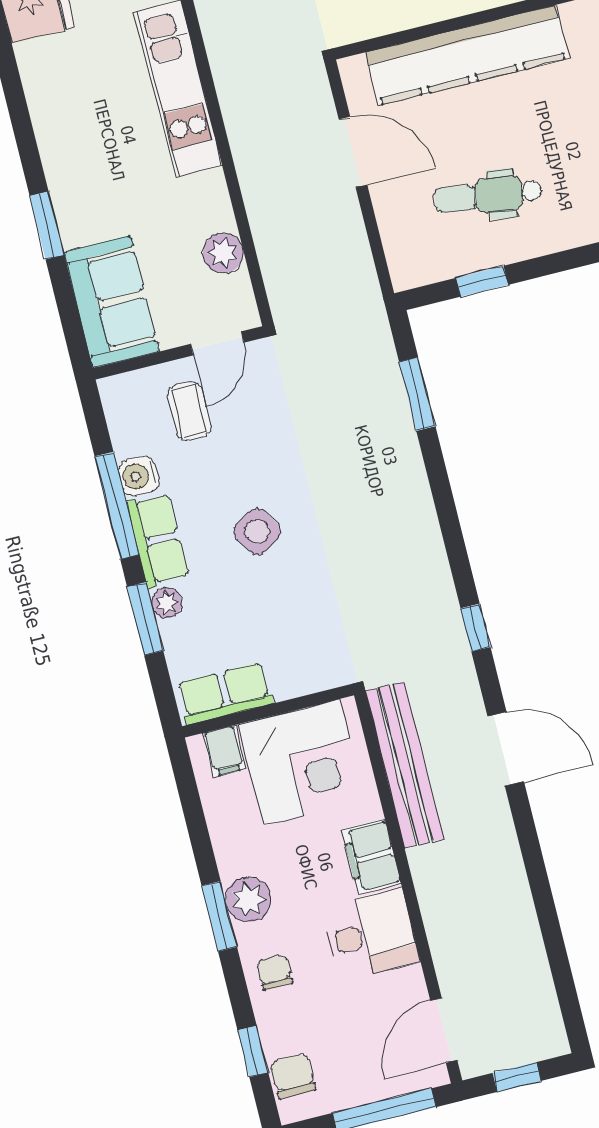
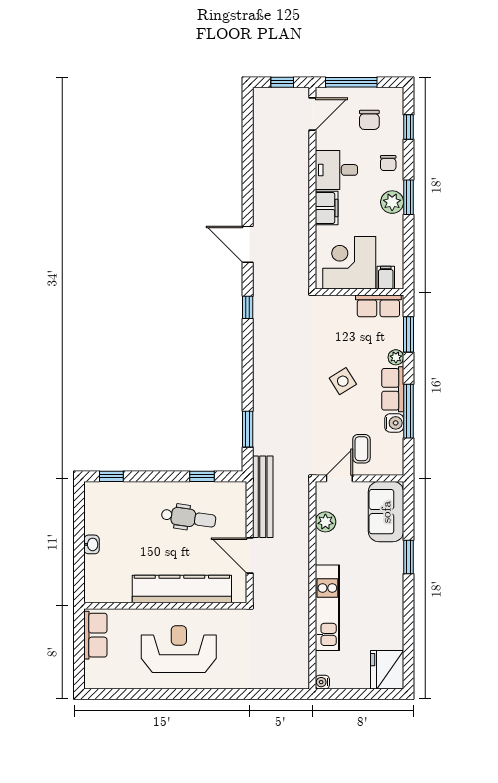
window: (145, 619) -> (408, 334), moved
bench: (404, 765) -> (263, 497), moved
chair: (293, 1076) -> (369, 120), moved

